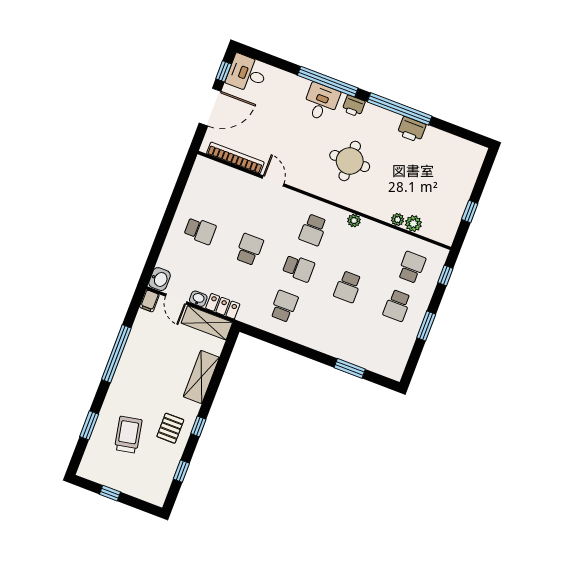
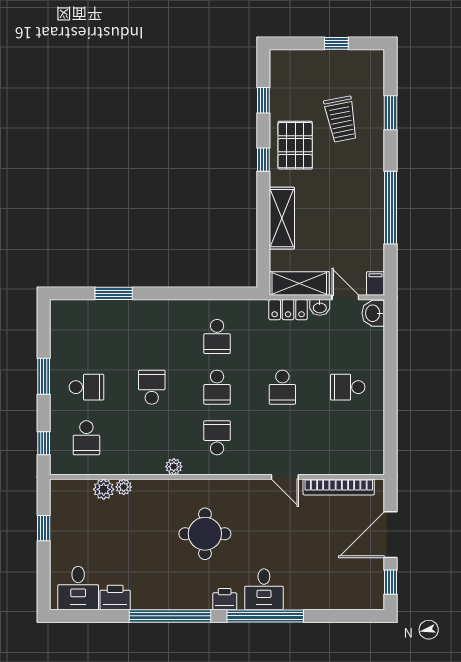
desk: (247, 74) -> (78, 588), moved, turned 90
printer: (412, 129) -> (115, 597), moved
school desk: (299, 268) -> (217, 387), turned -90
school desk: (397, 305) -> (86, 387), turned 90
pallet: (170, 428) -> (295, 145), width x1.50, depth x1.42

